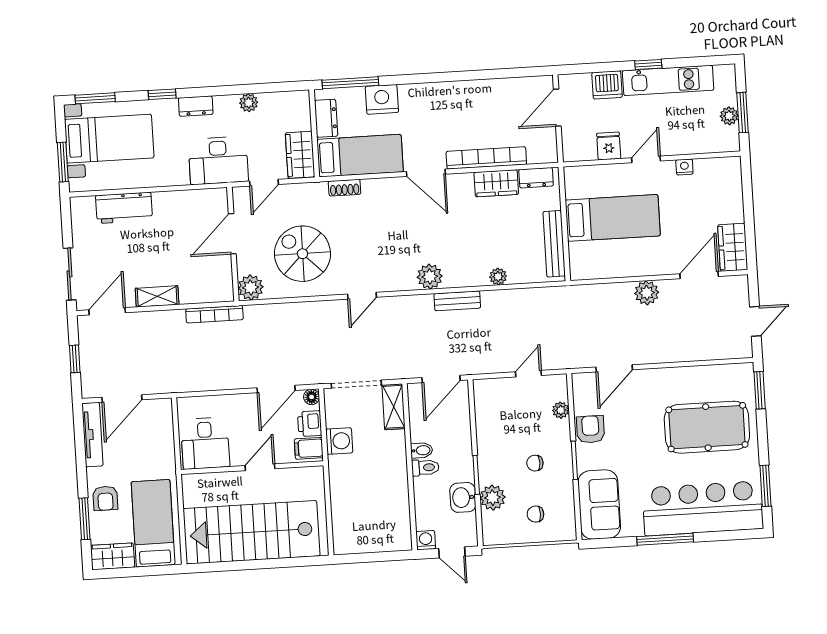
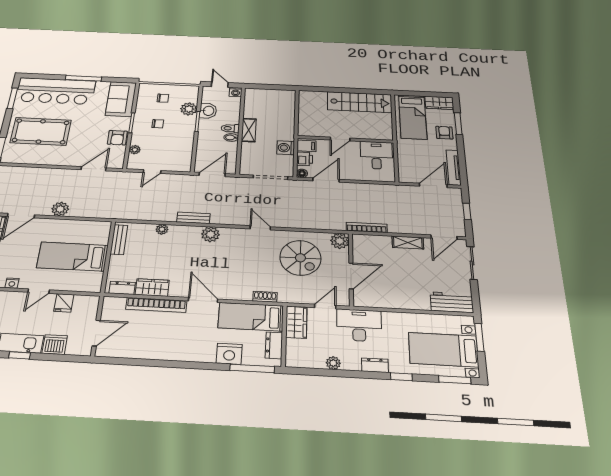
workbench: (124, 208) -> (452, 302), moved
bench: (554, 244) -> (119, 240), width x0.73
door: (362, 296) -> (260, 228), hinge flipped
shelving: (394, 407) -> (249, 130), moved
stairs: (251, 532) -> (360, 102), width x0.73, depth x0.66

